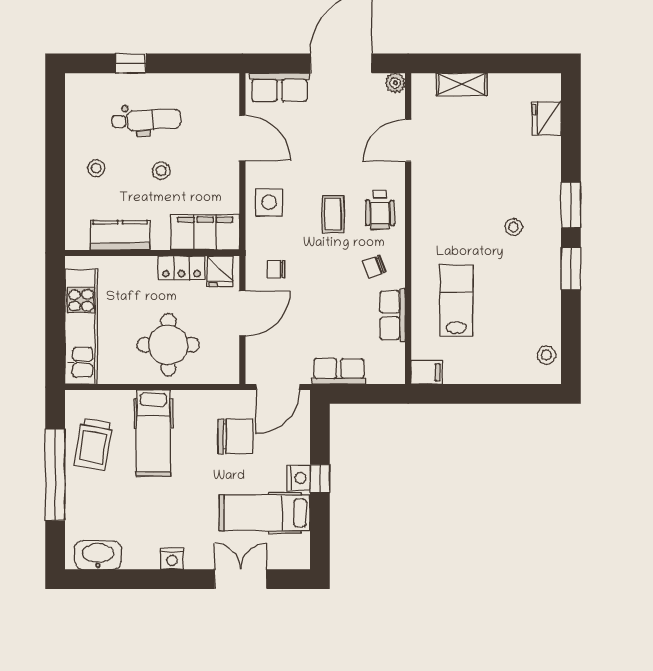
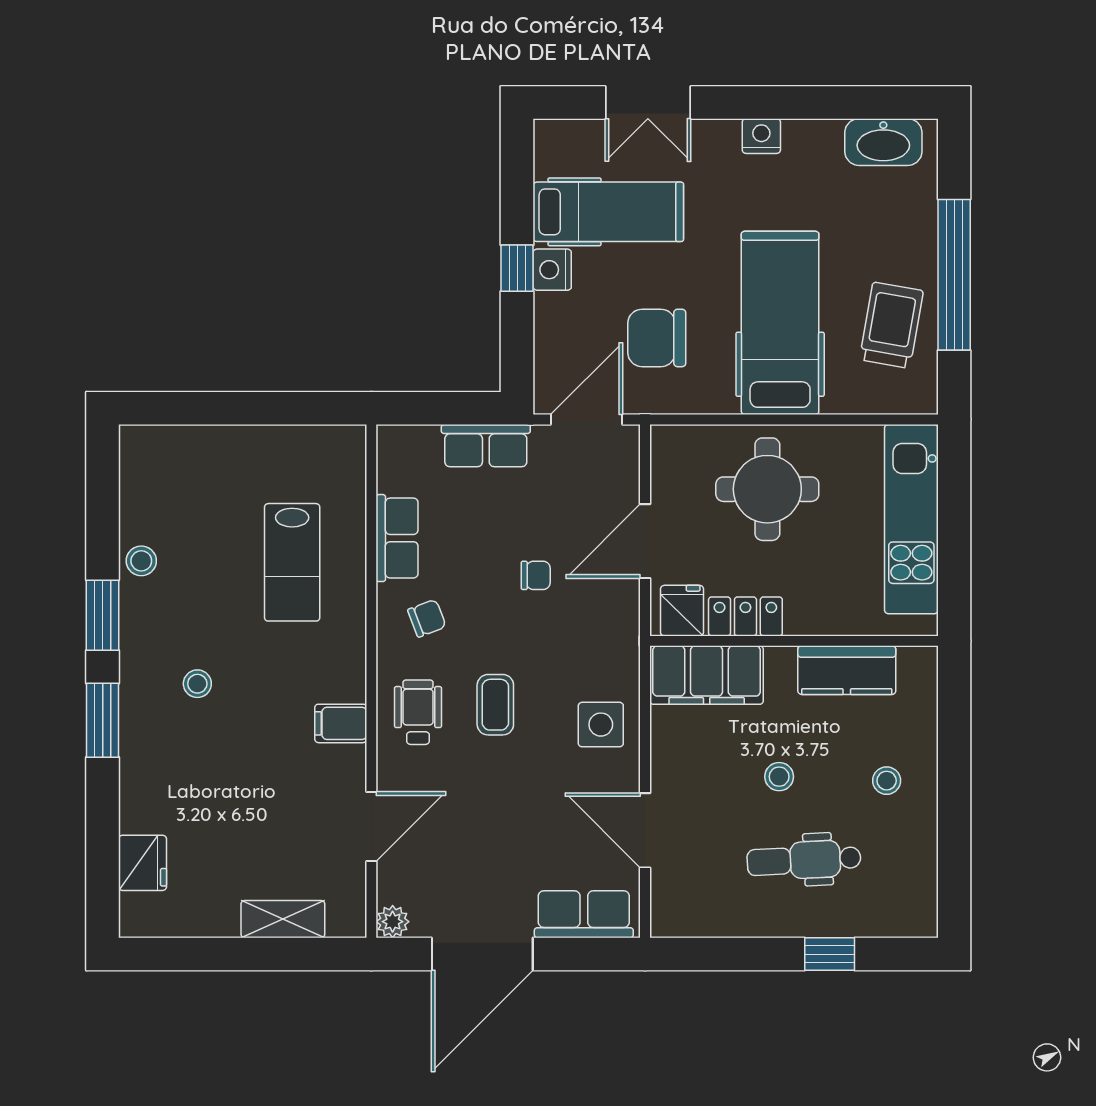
chair: (276, 269) -> (536, 575), moved
stool: (546, 355) -> (141, 561), moved
filing cabinet: (427, 372) -> (341, 723), moved
hospital bed: (153, 433) -> (780, 323), width x1.37, depth x1.29

